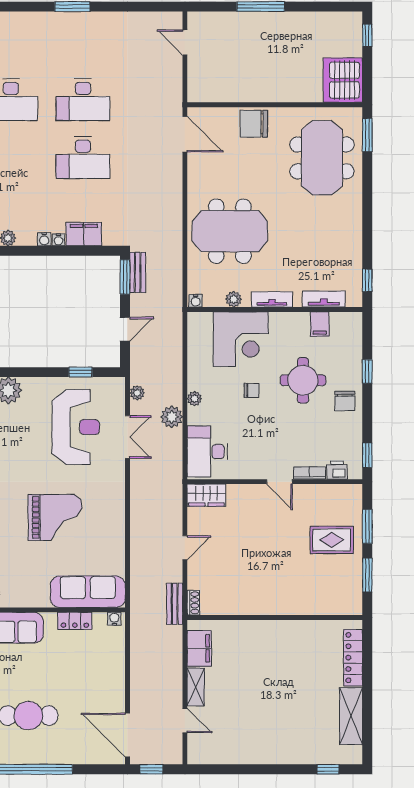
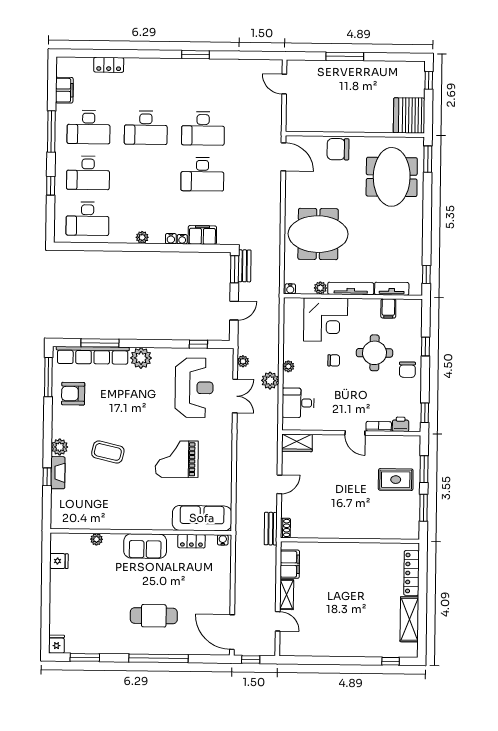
tv unit: (272, 299) -> (351, 288), width x1.41
desk: (207, 452) -> (298, 403), width x0.73
grand piano: (55, 517) -> (177, 459), turned 180

